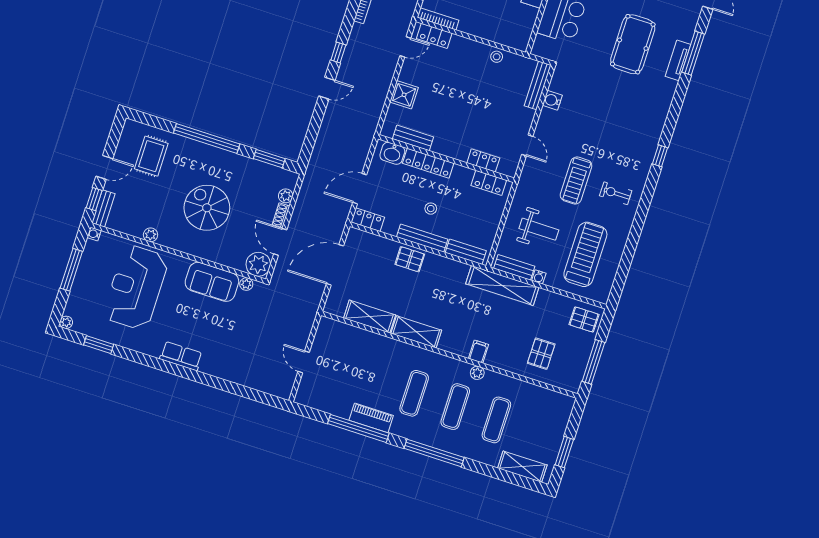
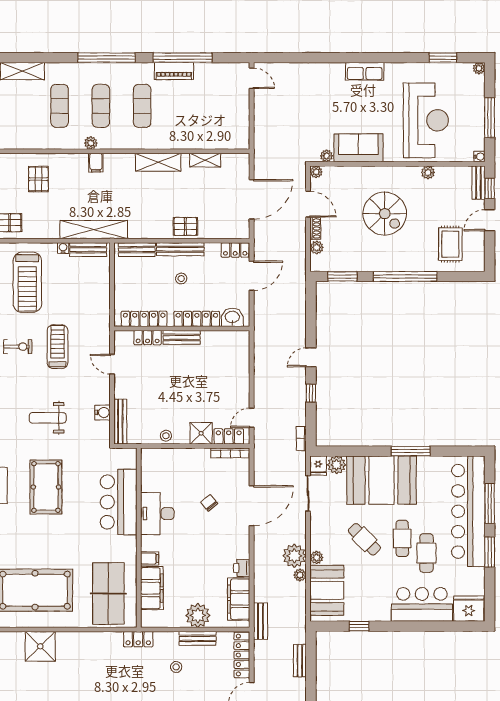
shower: (404, 95) -> (201, 433), moved
bench: (413, 138) -> (182, 337), moved
locker: (489, 183) -> (144, 319), width x1.53
weight bench: (539, 229) -> (48, 418), moved
plant: (258, 264) -> (316, 172), width x0.53, depth x0.53
shelving: (370, 317) -> (205, 160), width x0.67, depth x0.75
door: (304, 362) -> (252, 78), moved

